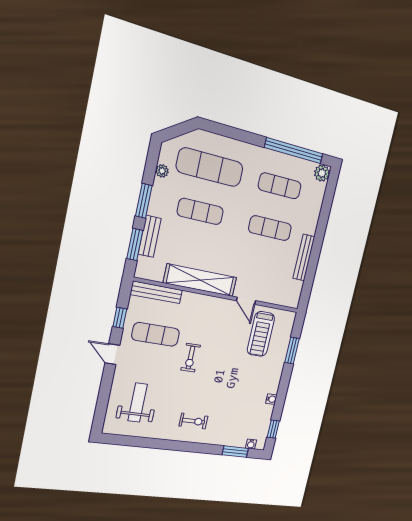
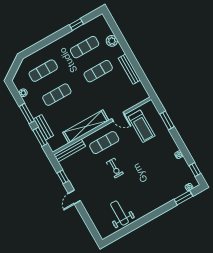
window: (294, 151) -> (76, 24), width x0.32
exercise mat: (210, 167) -> (43, 71), width x0.73, depth x0.69
plant: (322, 173) -> (112, 41), moved
exercise mat: (156, 334) -> (104, 143), moved
door: (112, 354) -> (74, 197), hinge flipped
weight bench: (138, 402) -> (120, 213), moved
exercise bike: (193, 421) -> (145, 199), removed

